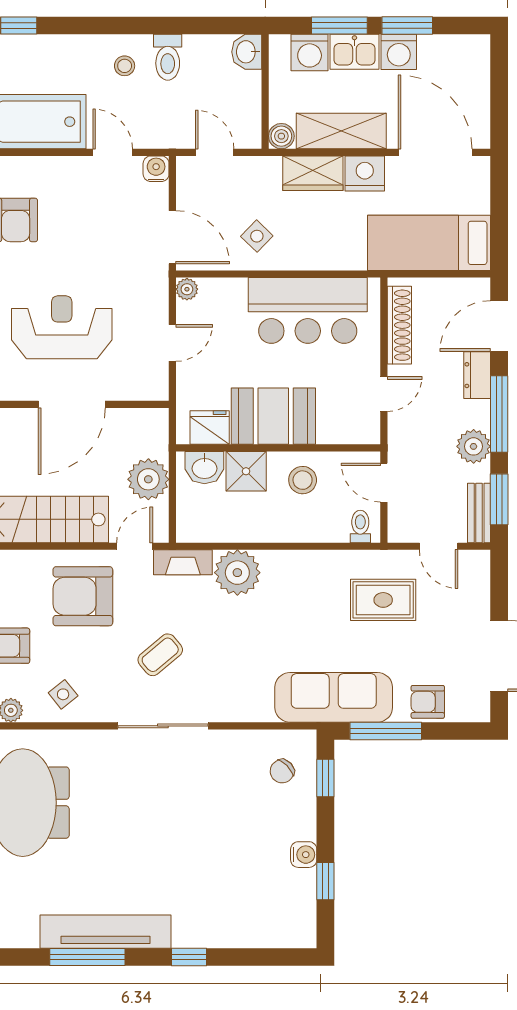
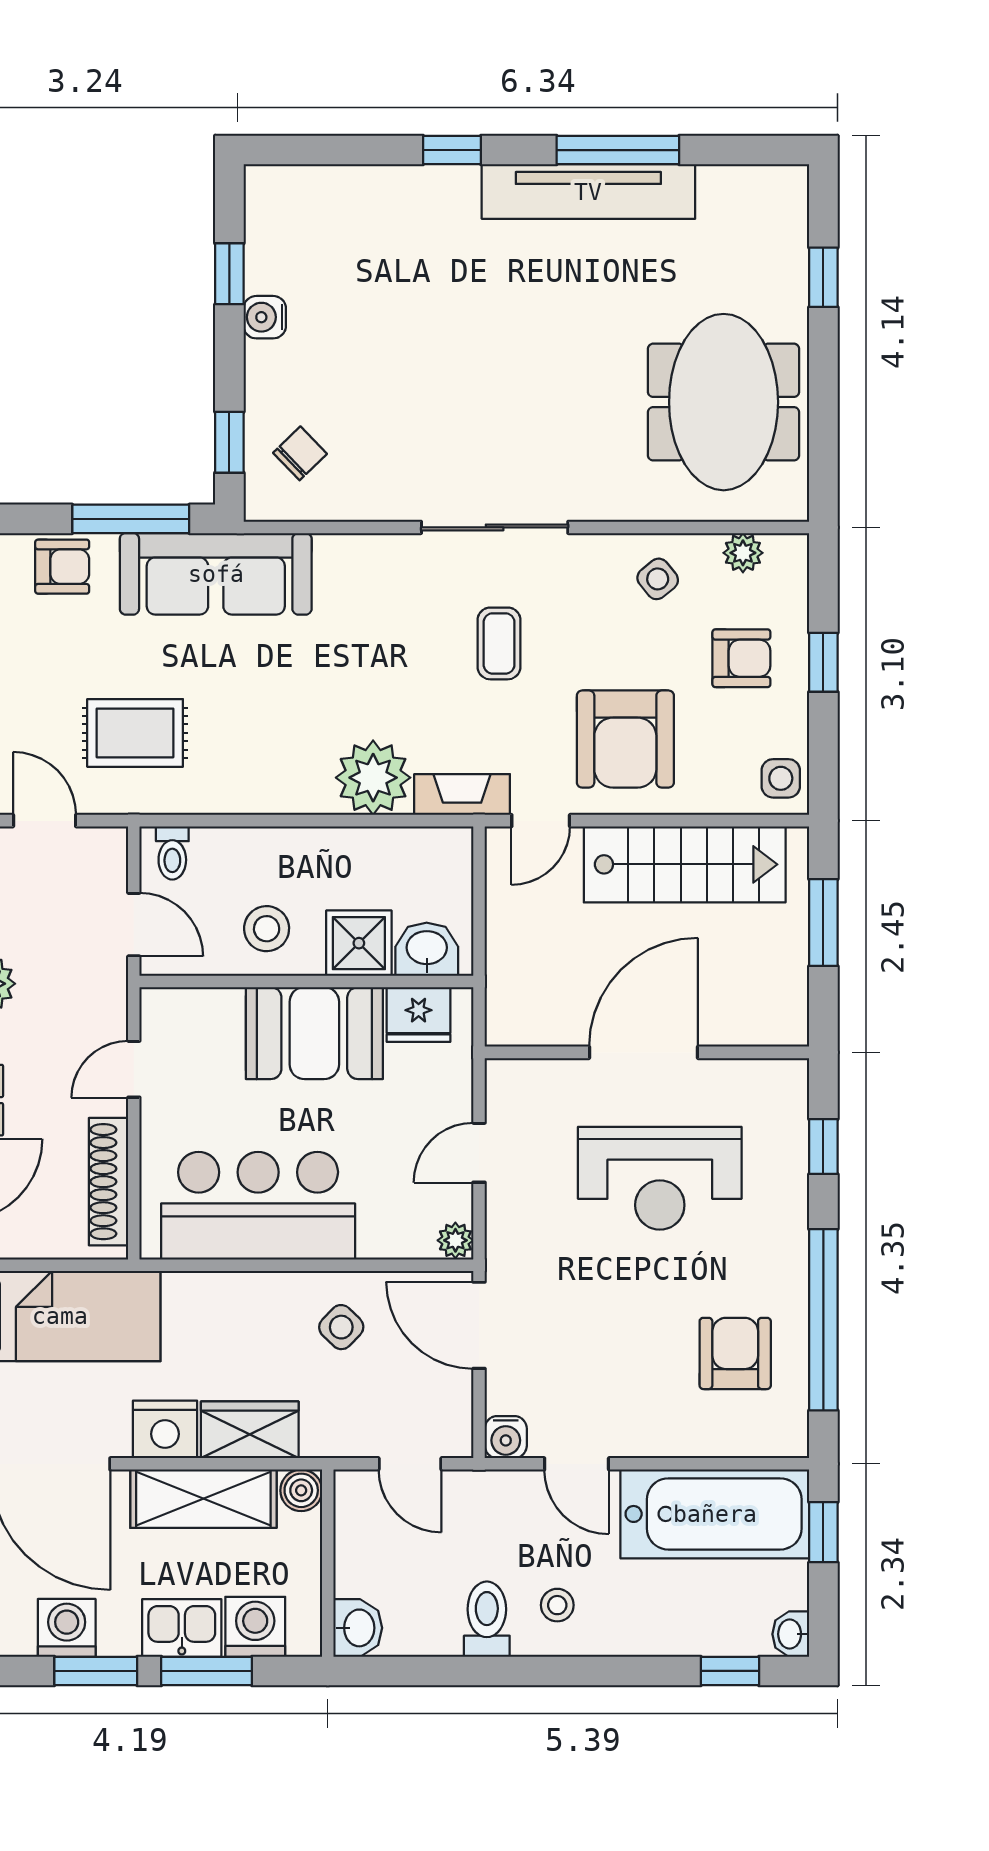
washing machine: (399, 52) -> (67, 1628), moved
plant: (148, 479) -> (518, 930), removed
armchair: (83, 596) -> (625, 739), turned 90
coffee table: (160, 655) -> (499, 643), turned -50

